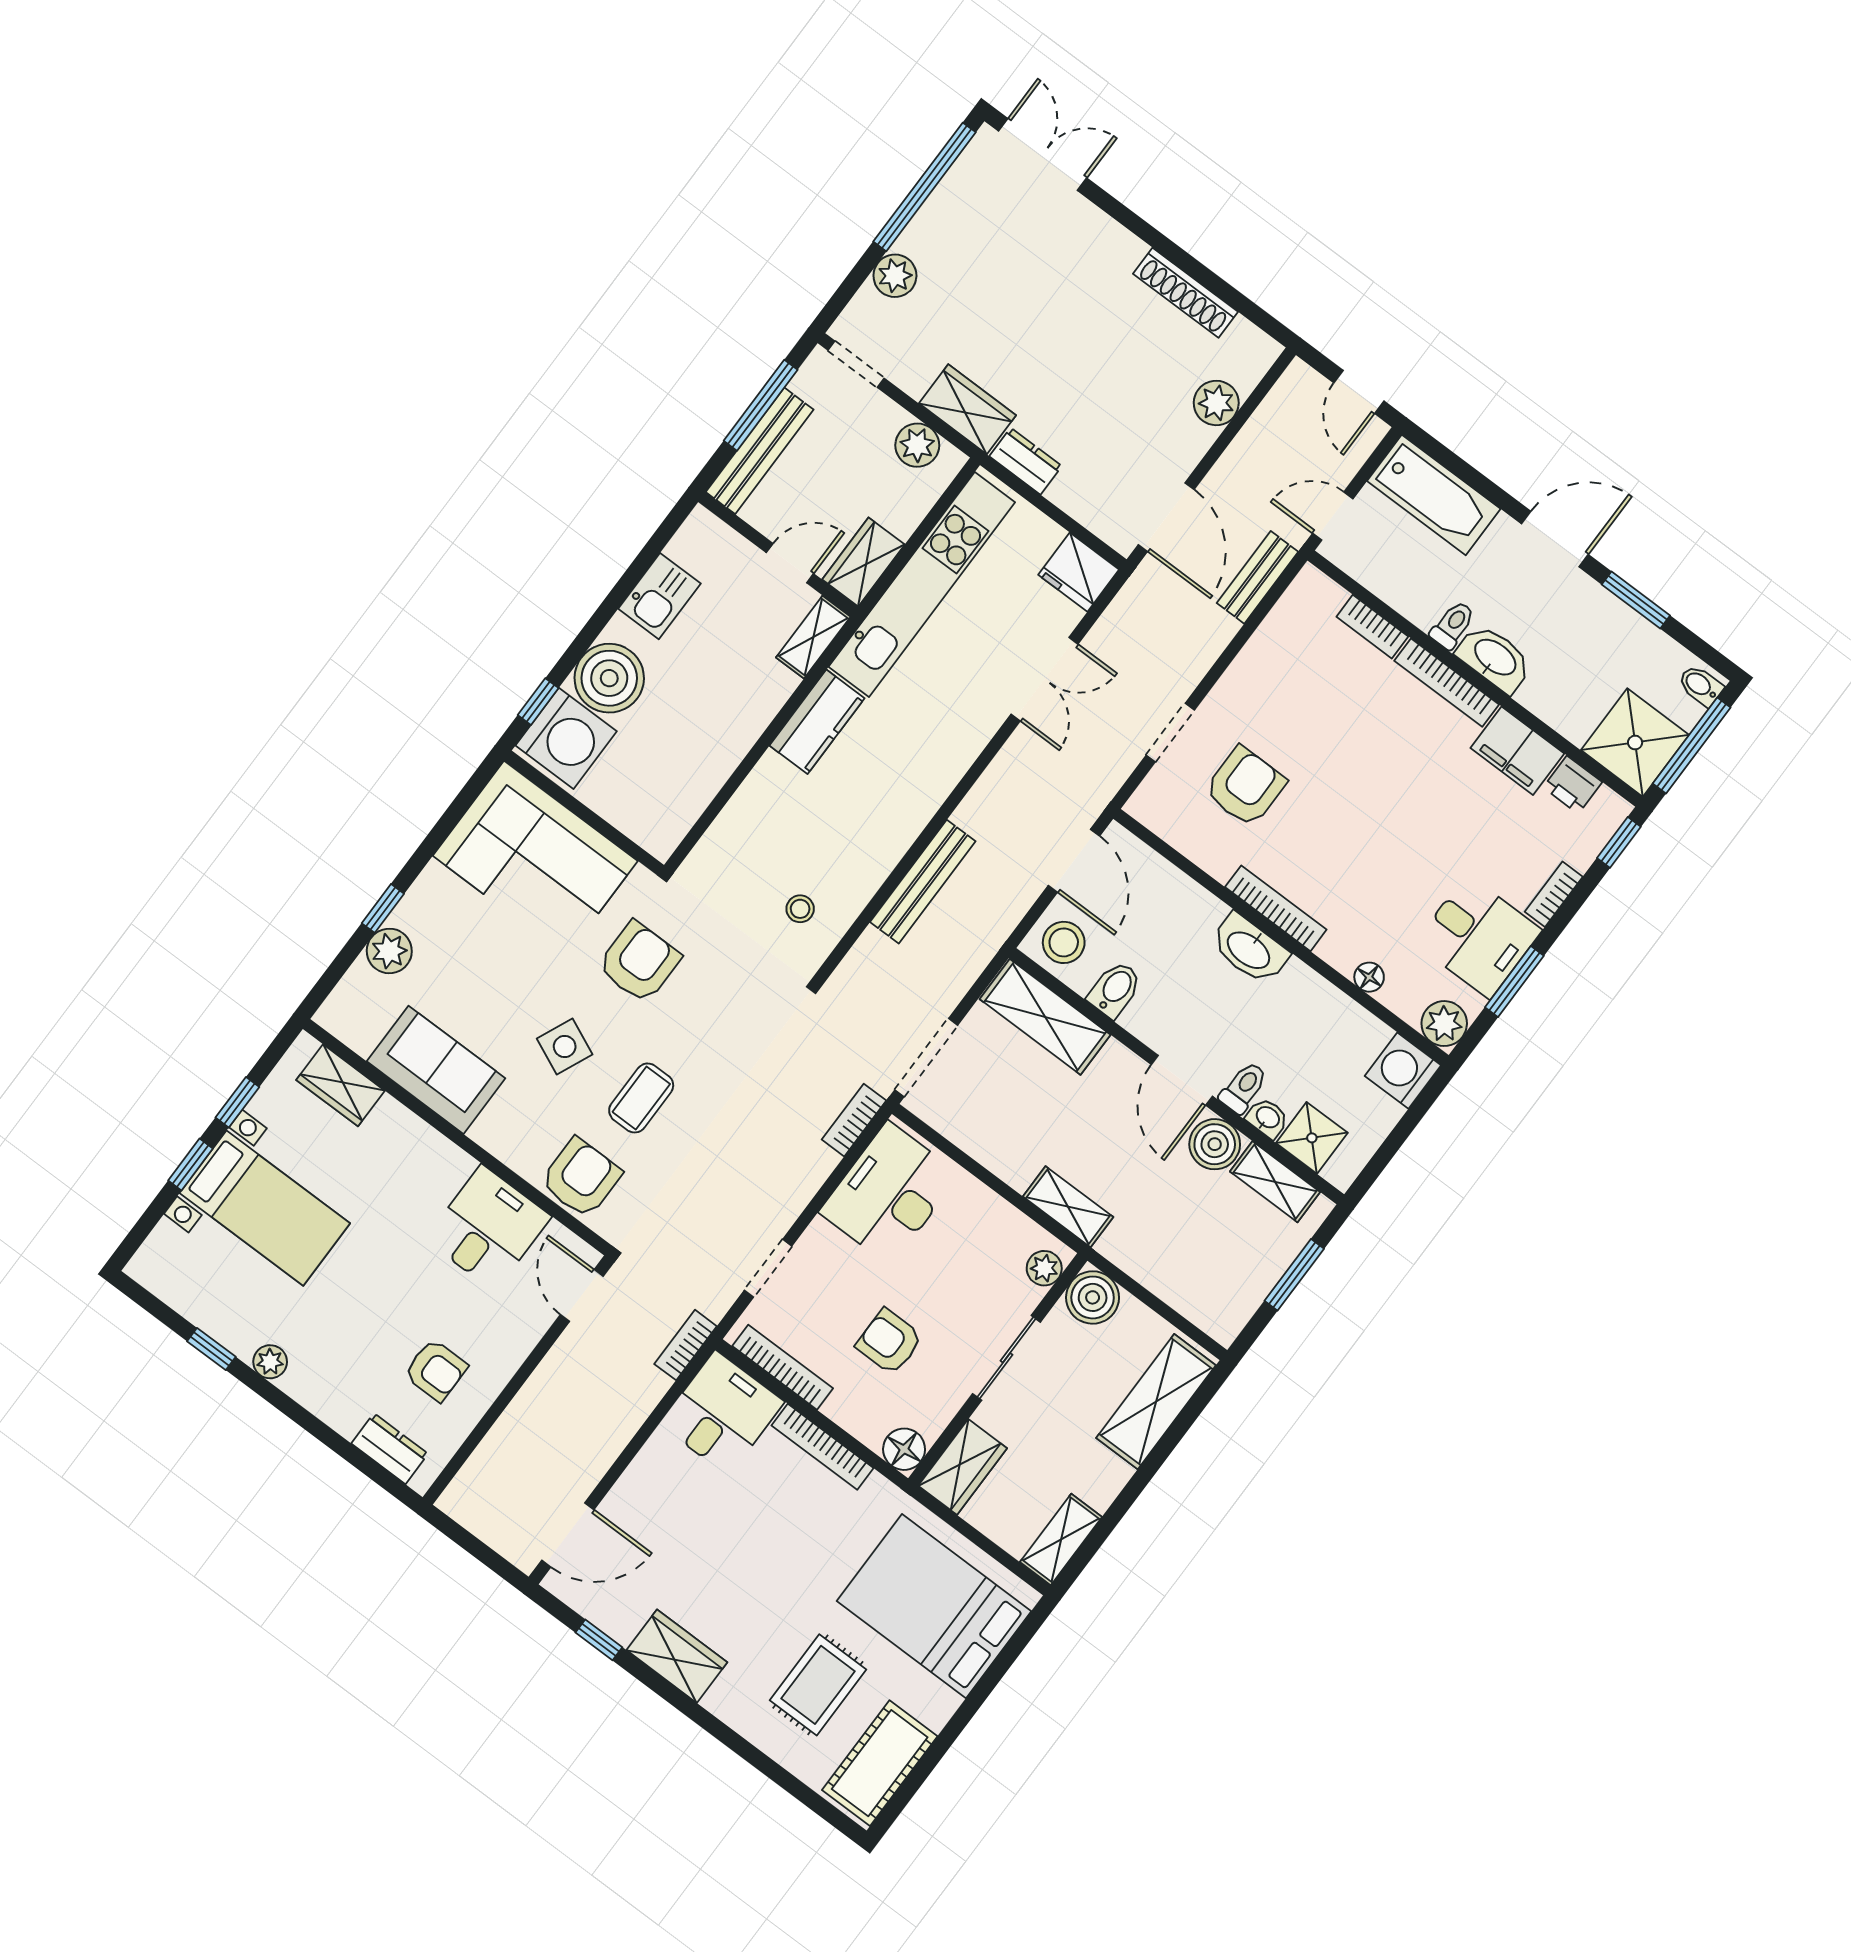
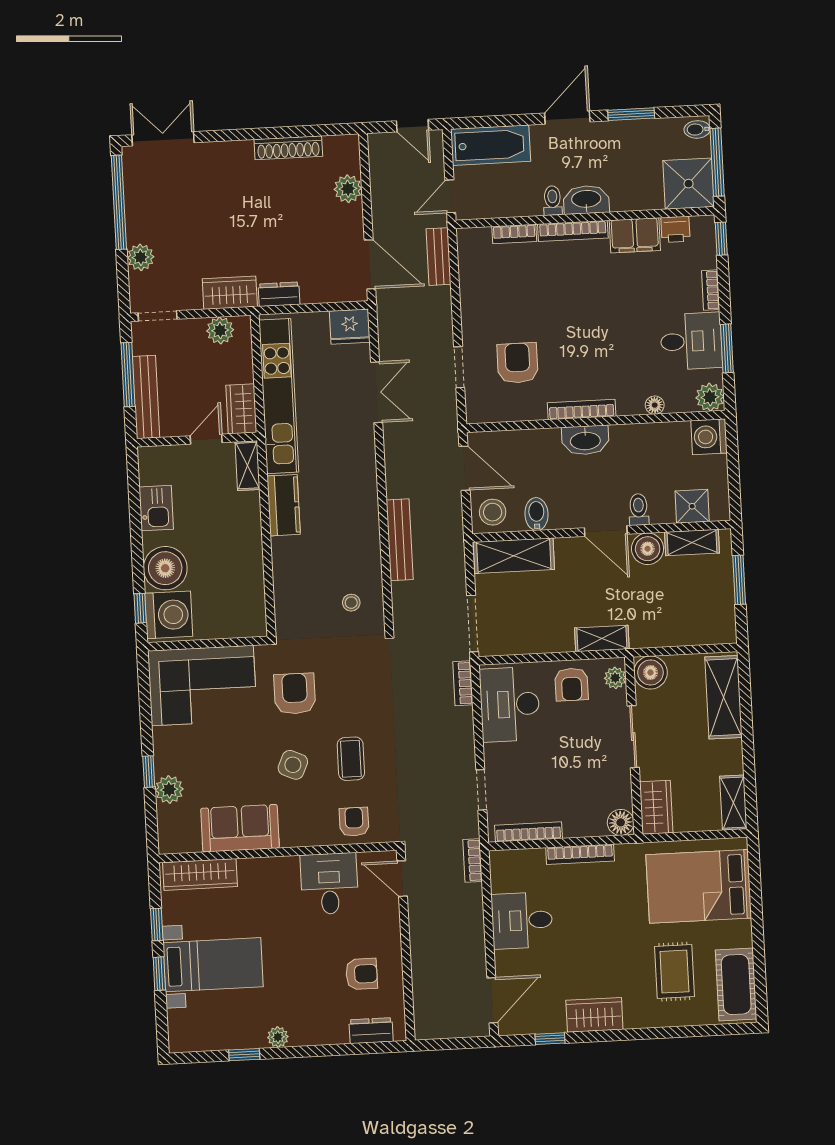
wardrobe: (340, 1085) -> (200, 874), width x1.50
washbasin: (1267, 1118) -> (662, 515), removed
armchair: (581, 1178) -> (354, 822), width x0.72, depth x0.72
armchair: (889, 1342) -> (572, 684), moved, turned -90
desk: (722, 1413) -> (522, 920), moved, turned -90

